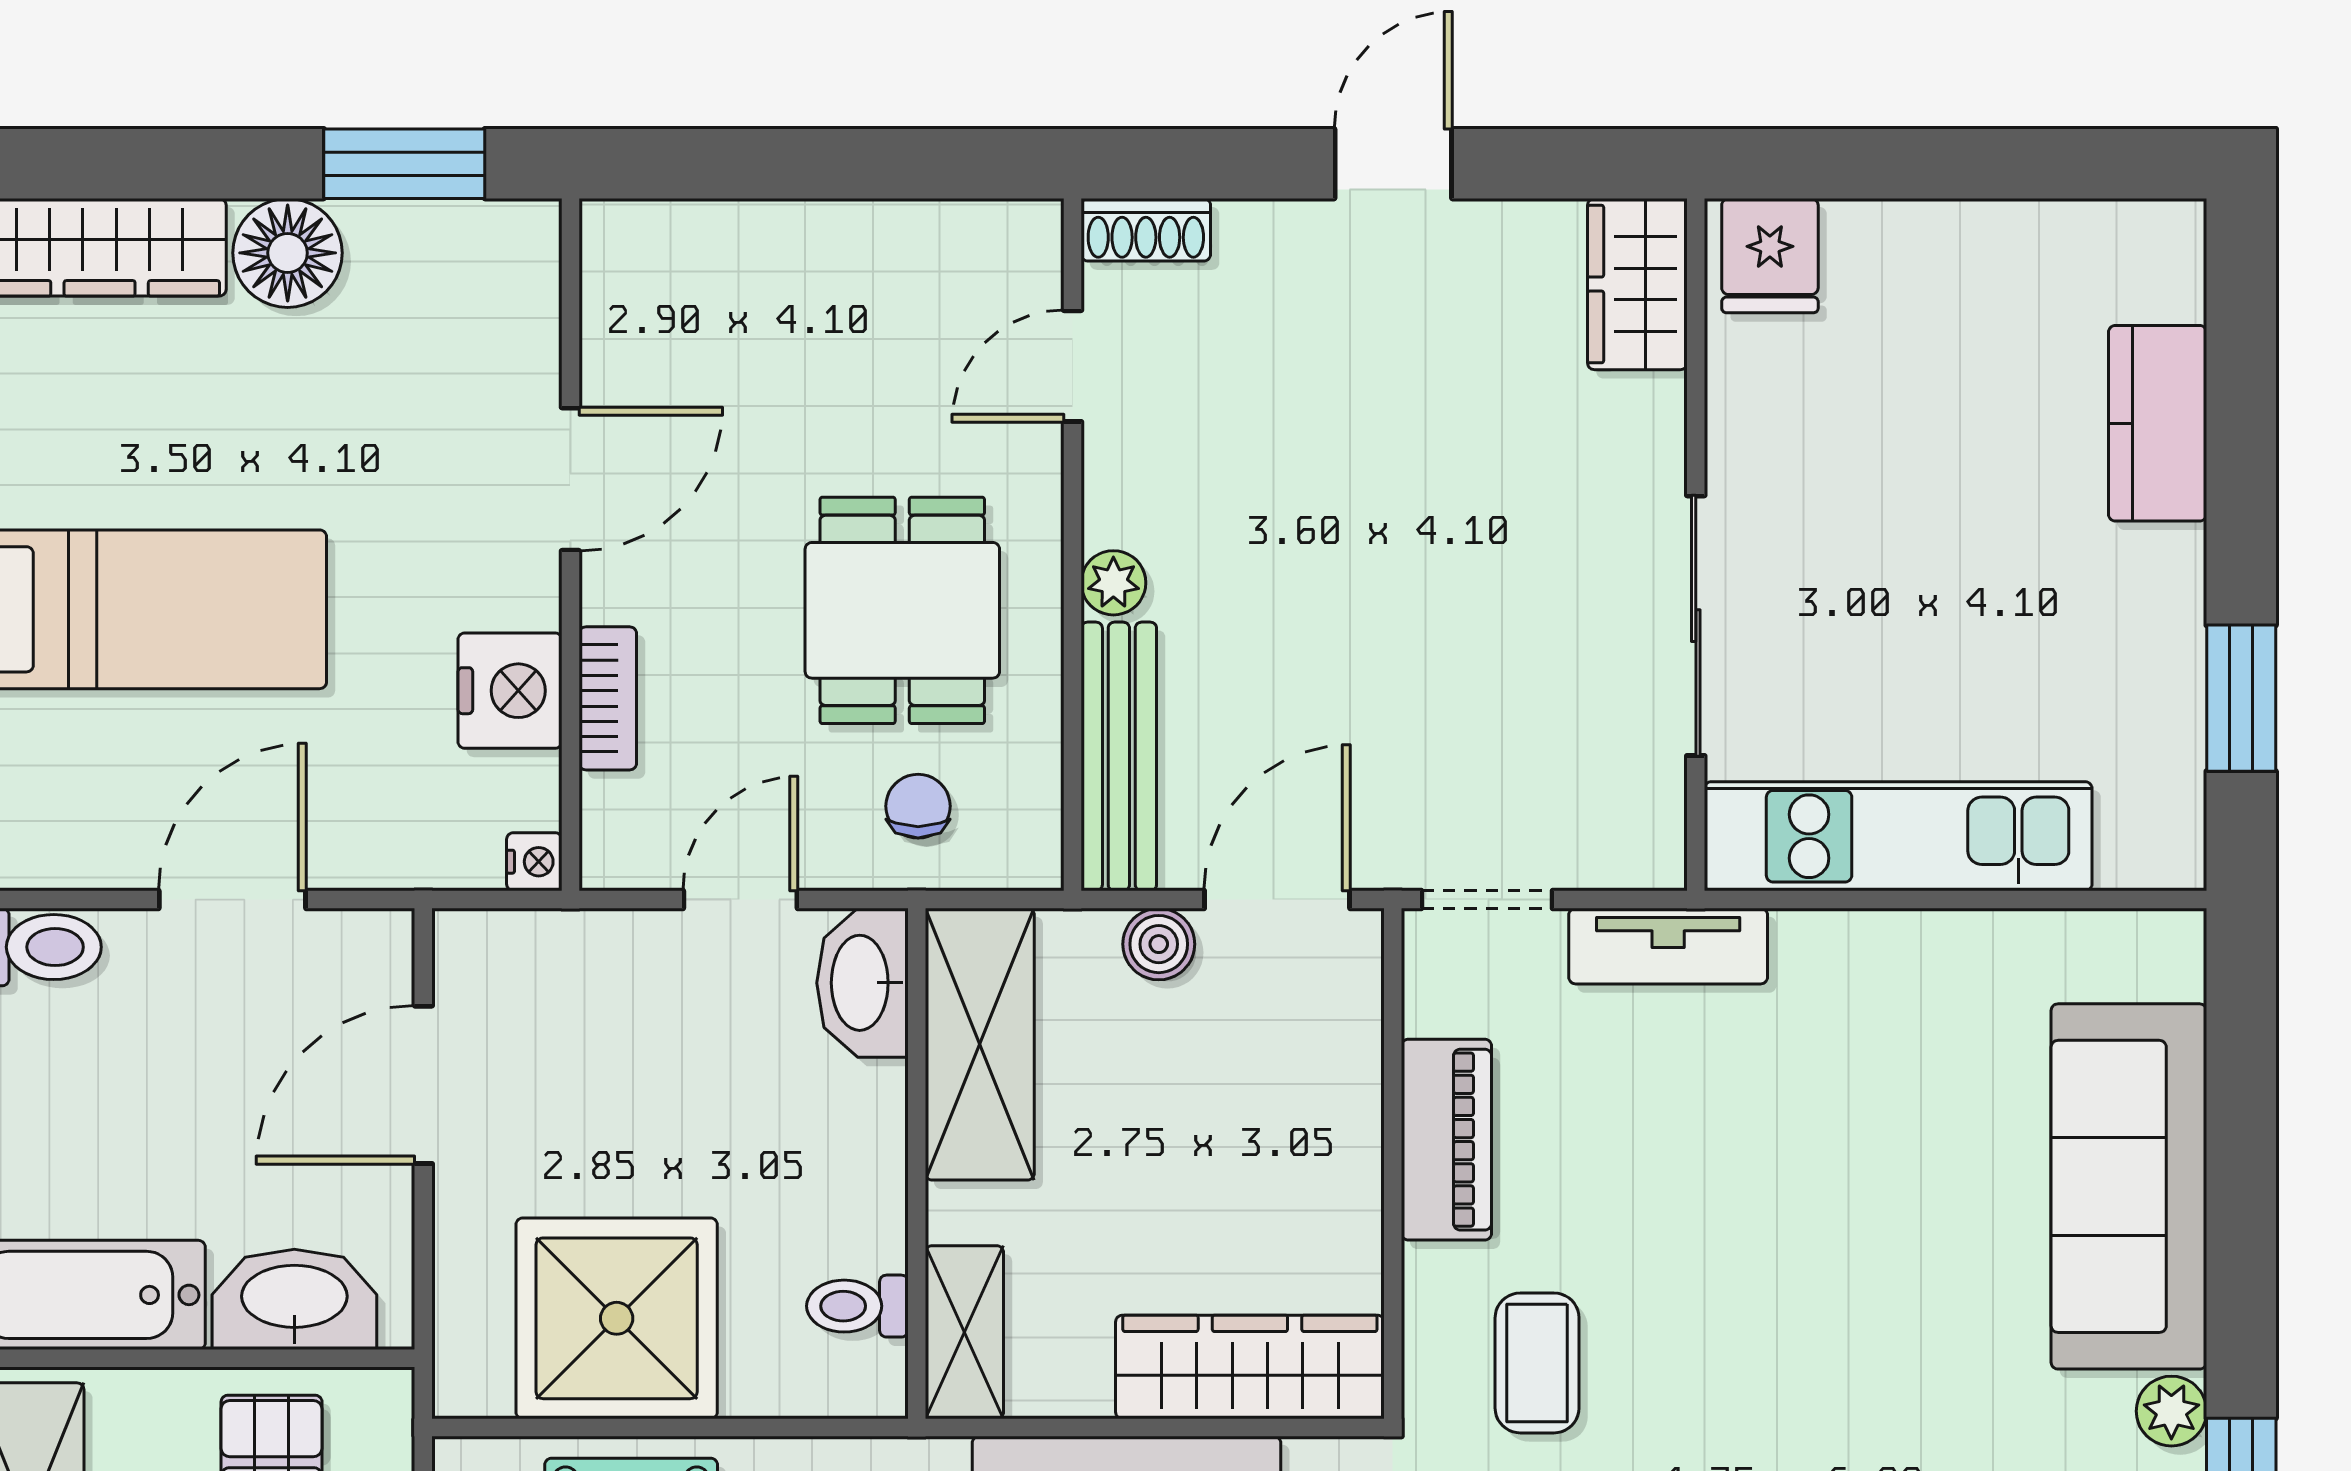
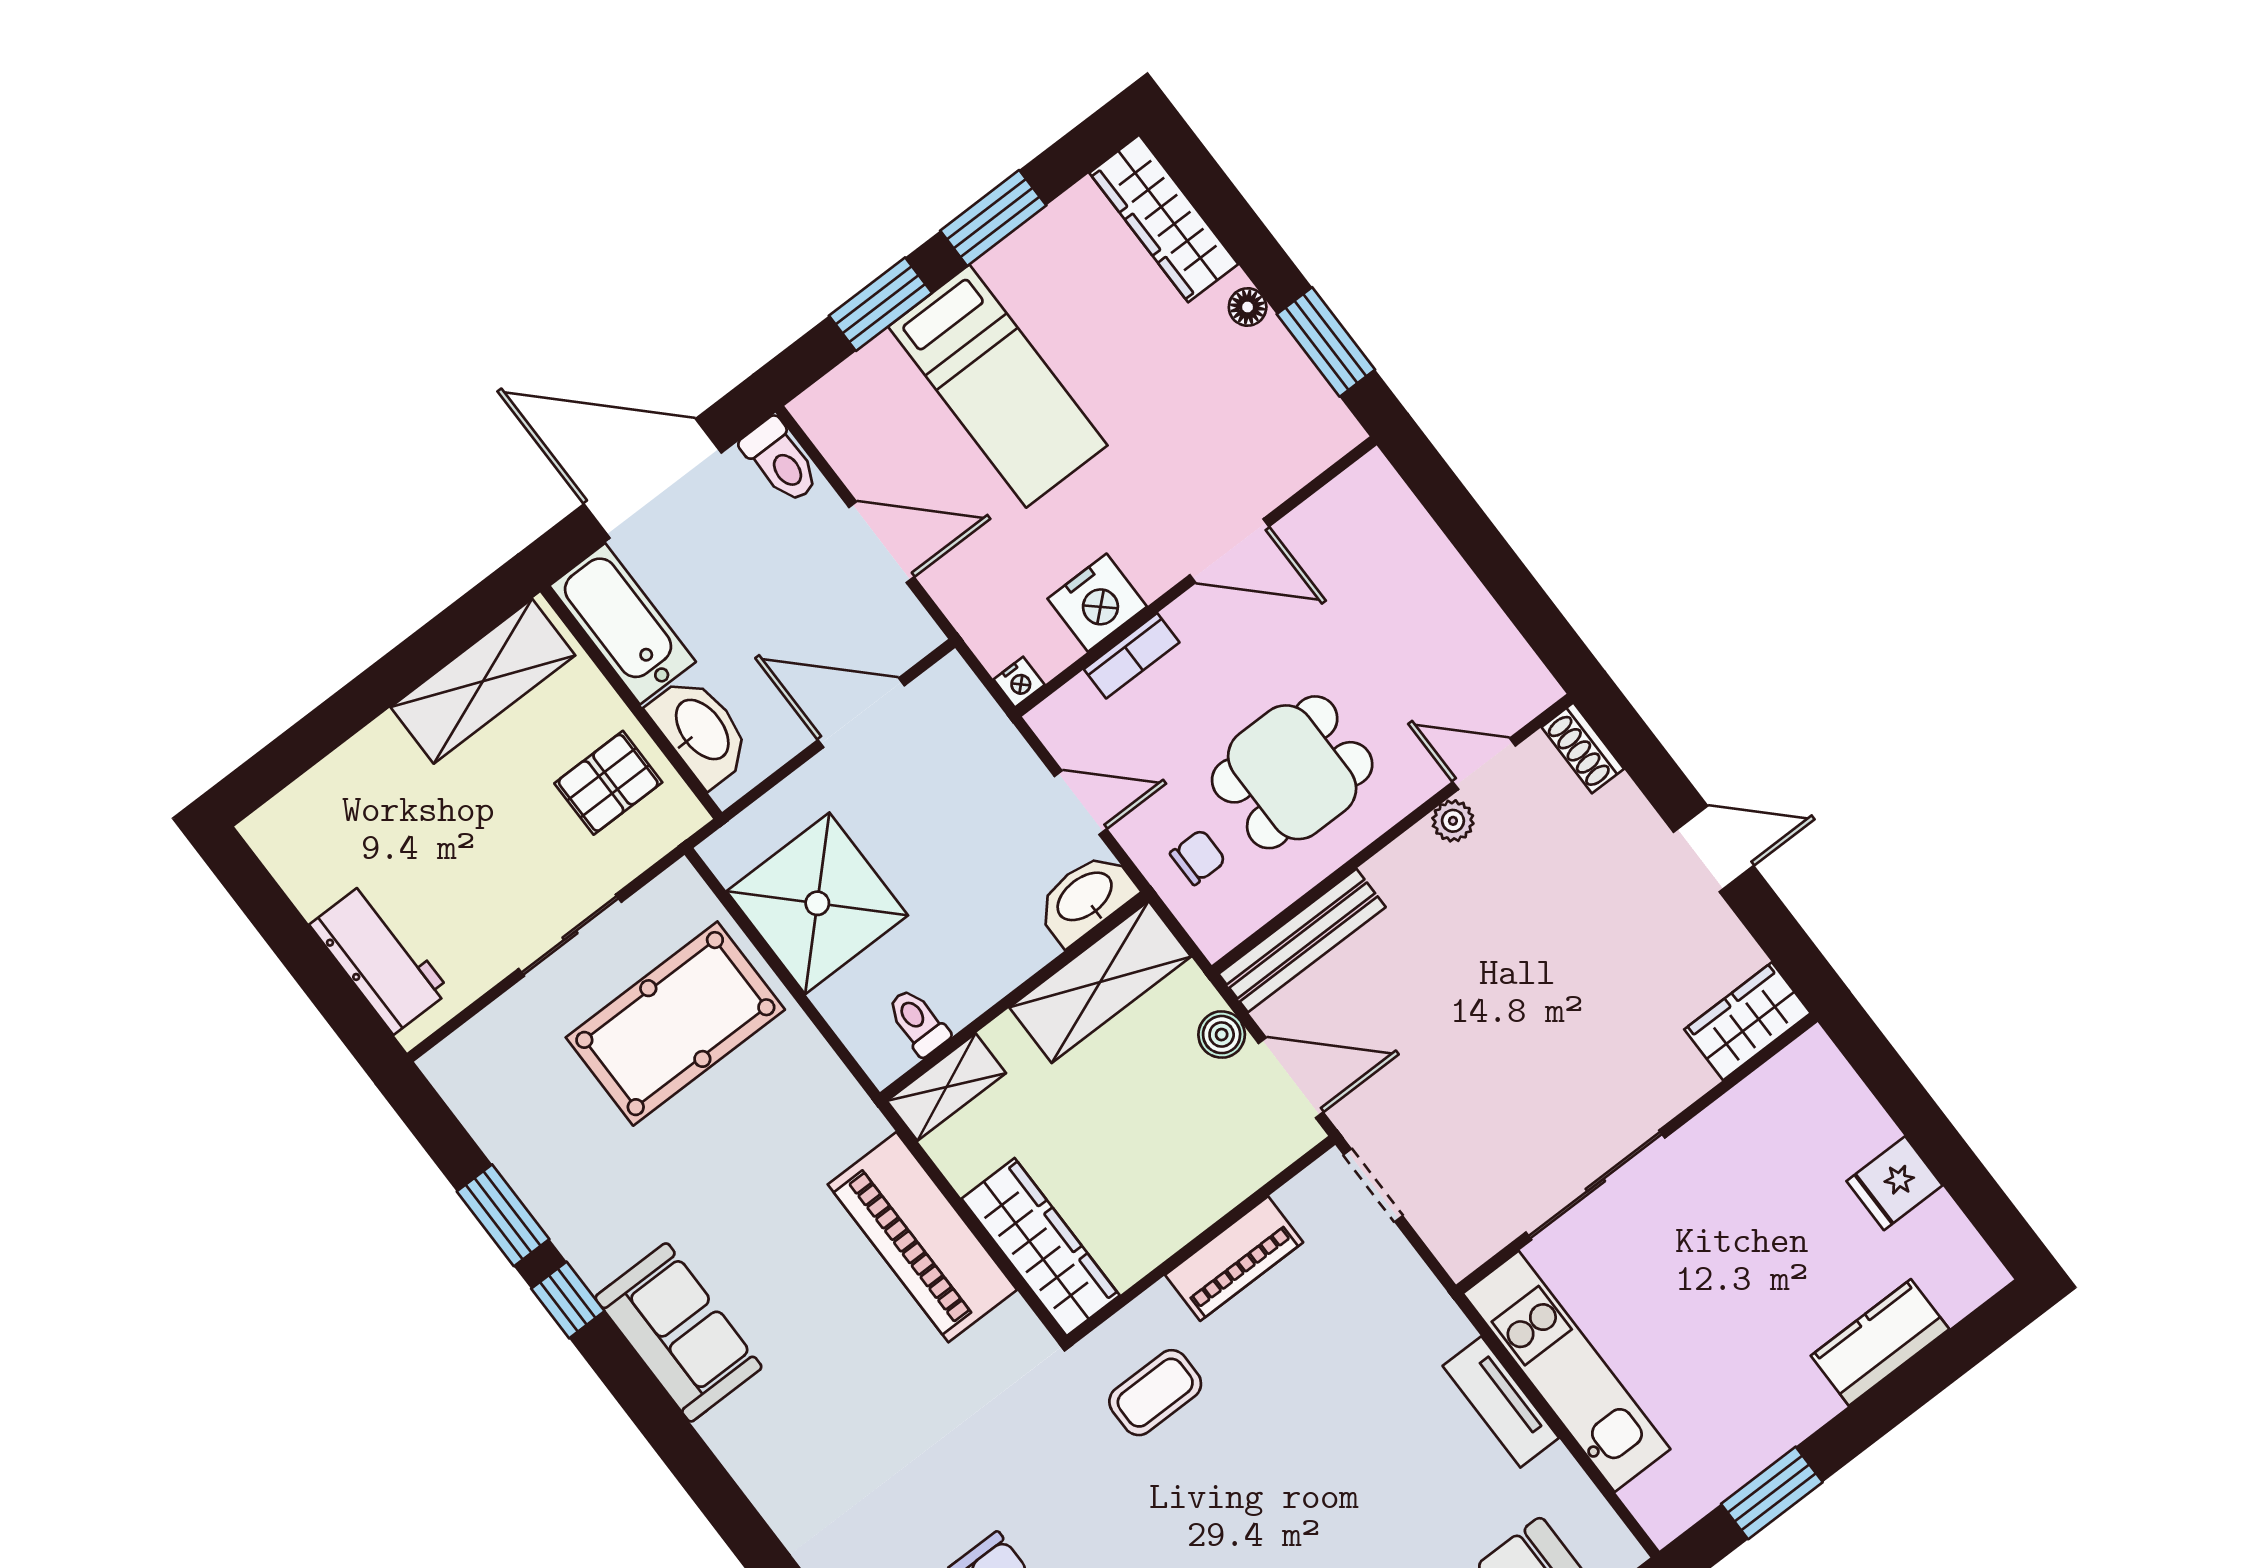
floor lamp: (288, 253) -> (1248, 307), width x0.53, depth x0.53
fridge: (1770, 256) -> (1894, 1183), moved
plant: (1113, 583) -> (1453, 821), moved
tv unit: (1668, 946) -> (1501, 1402), moved

